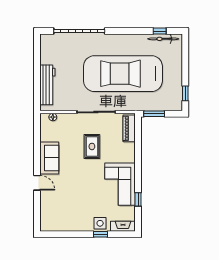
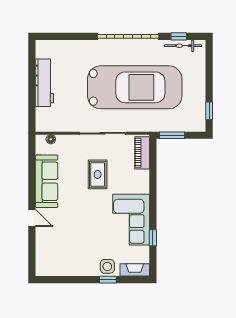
garage door: (79, 31) -> (128, 36), moved
car: (123, 74) -> (135, 87), turned 180
workbench: (47, 85) -> (44, 83), moved
sofa: (49, 158) -> (47, 181), width x1.36

